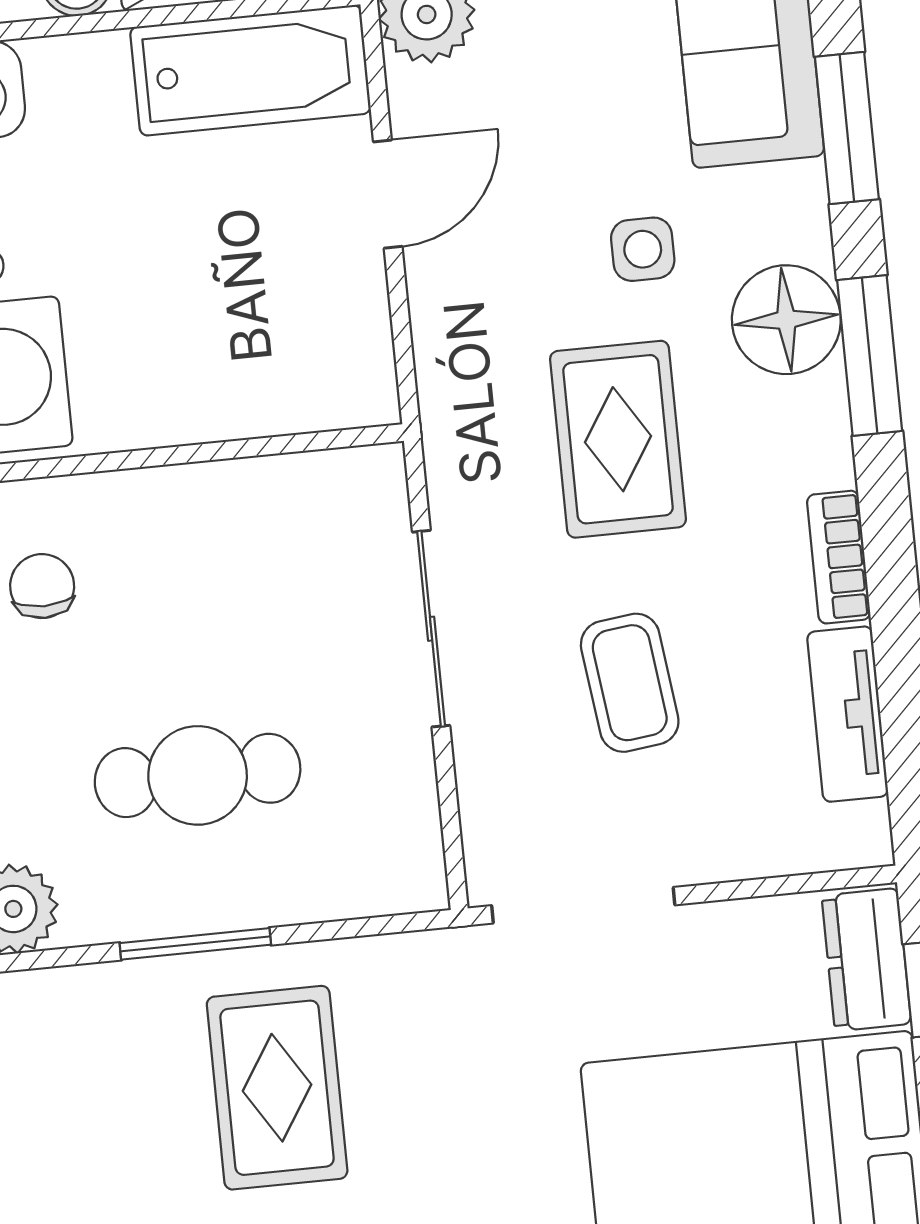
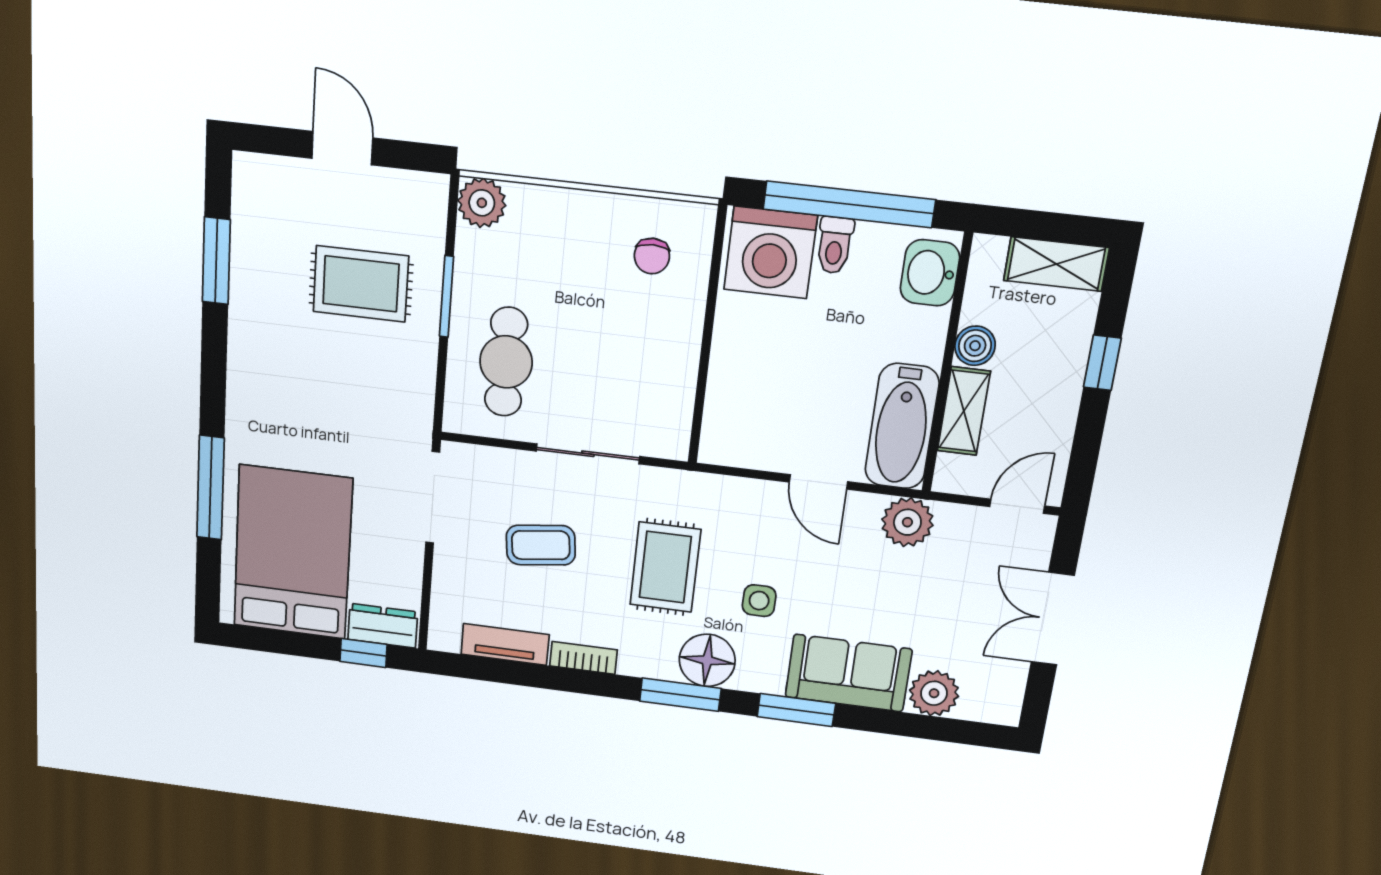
rug: (618, 439) -> (665, 567), turned 90
chair: (42, 586) -> (652, 256), turned 90
cafe table: (198, 775) -> (506, 362), moved
rug: (277, 1088) -> (361, 284), moved

